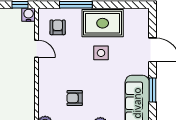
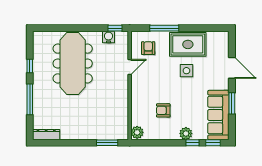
water cooler: (29, 15) -> (109, 37), moved
door: (37, 49) -> (130, 67), hinge flipped

